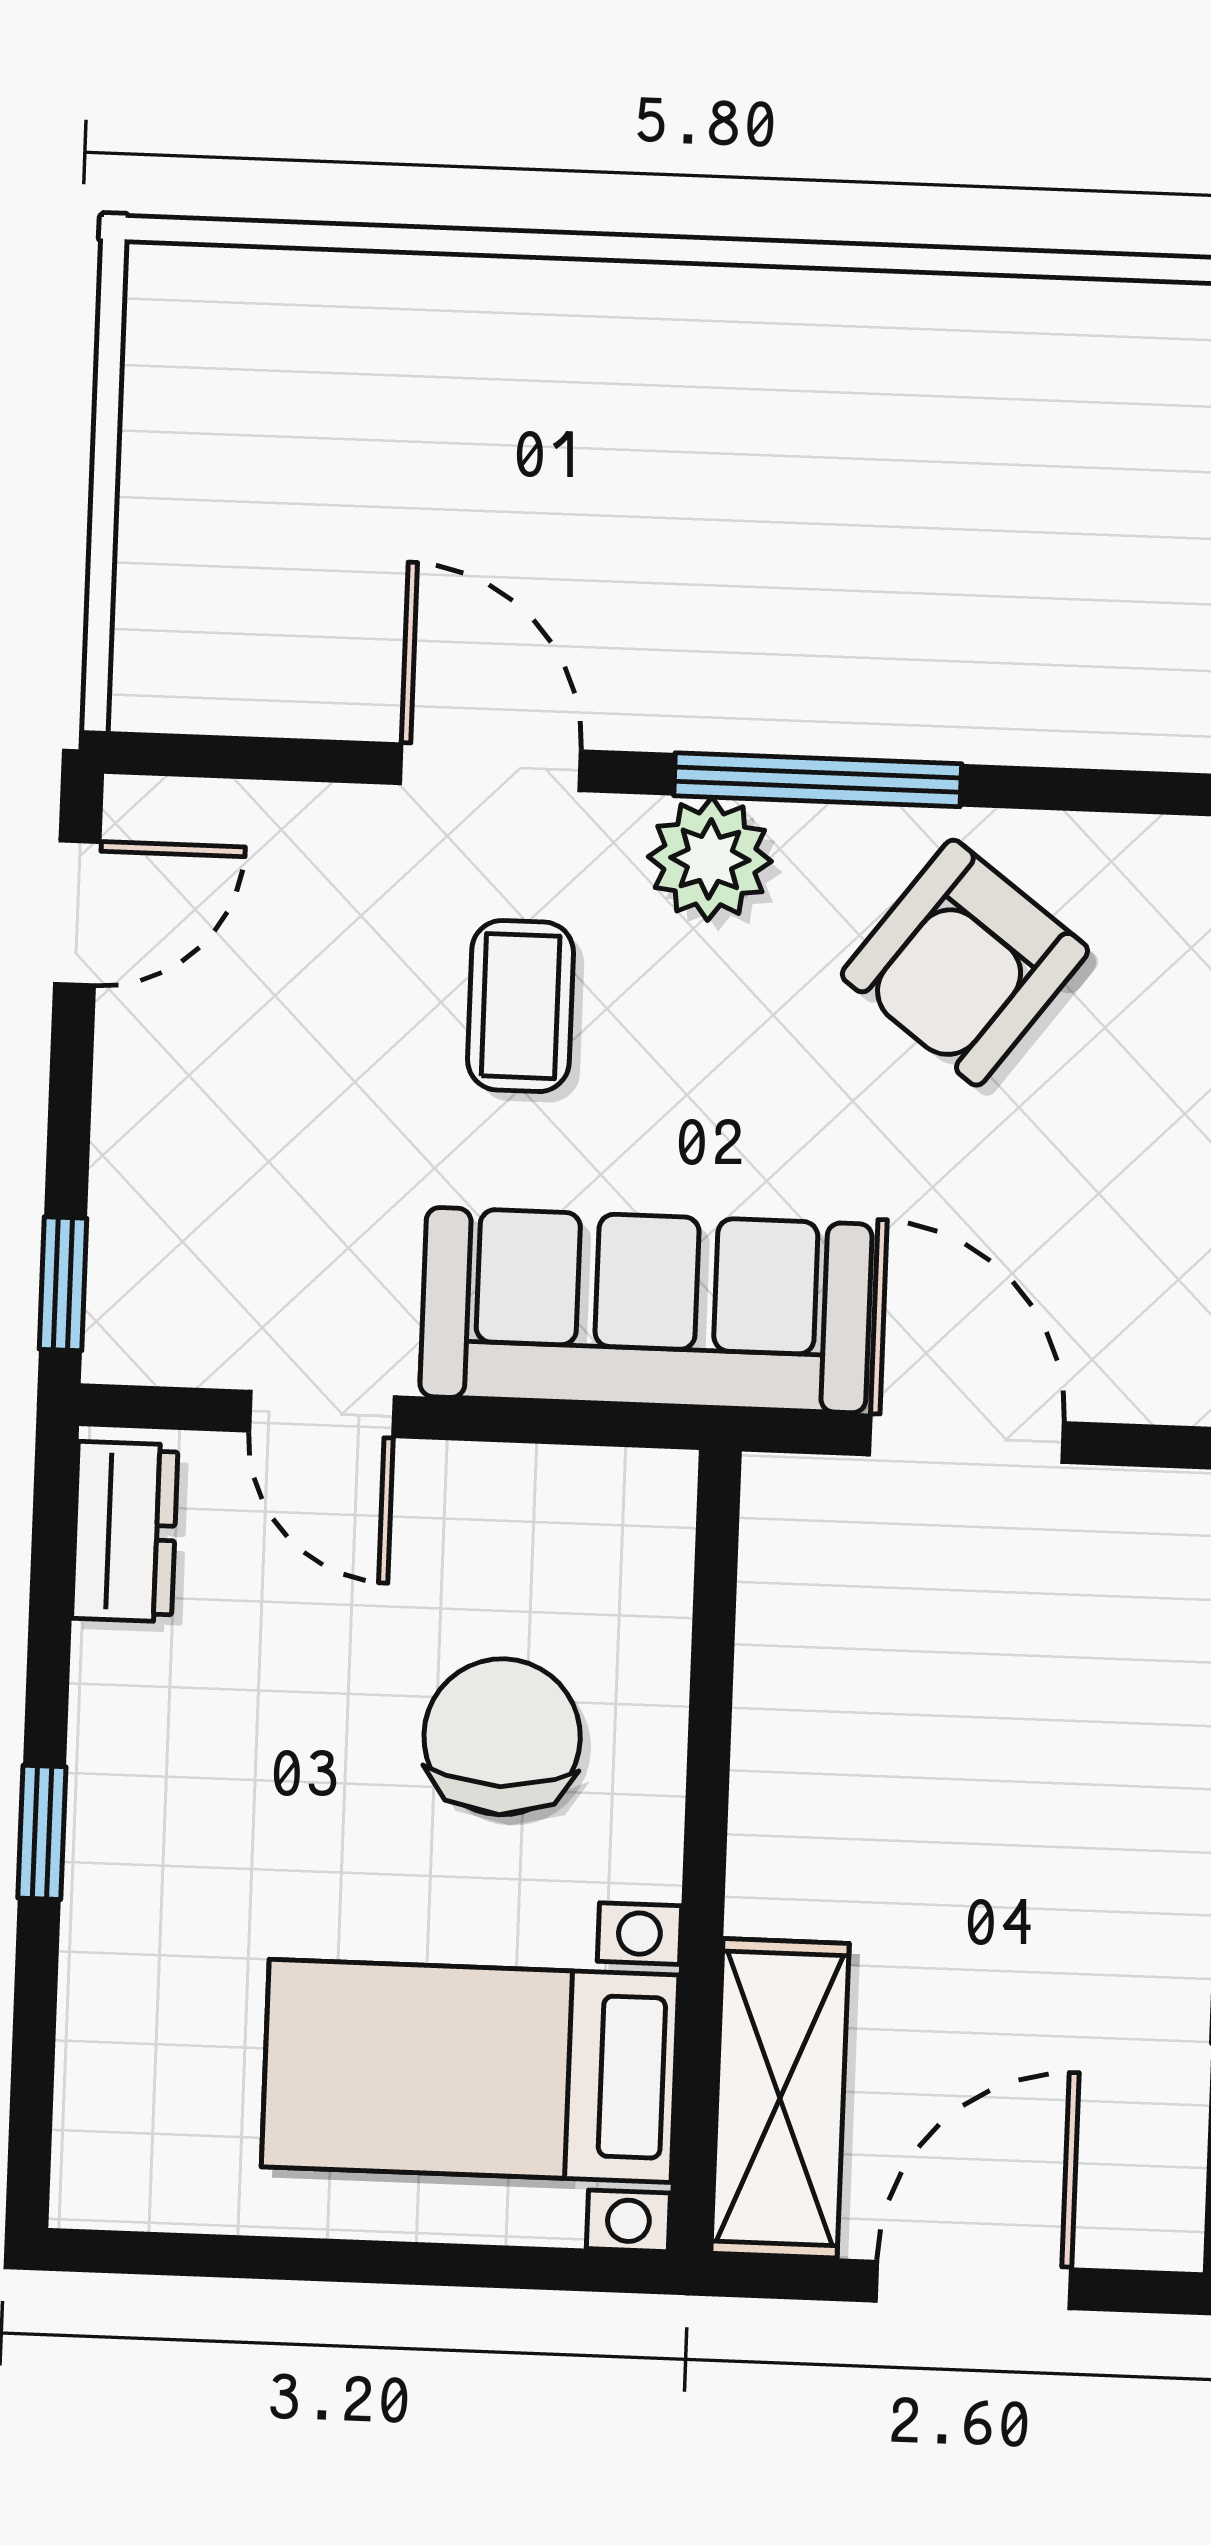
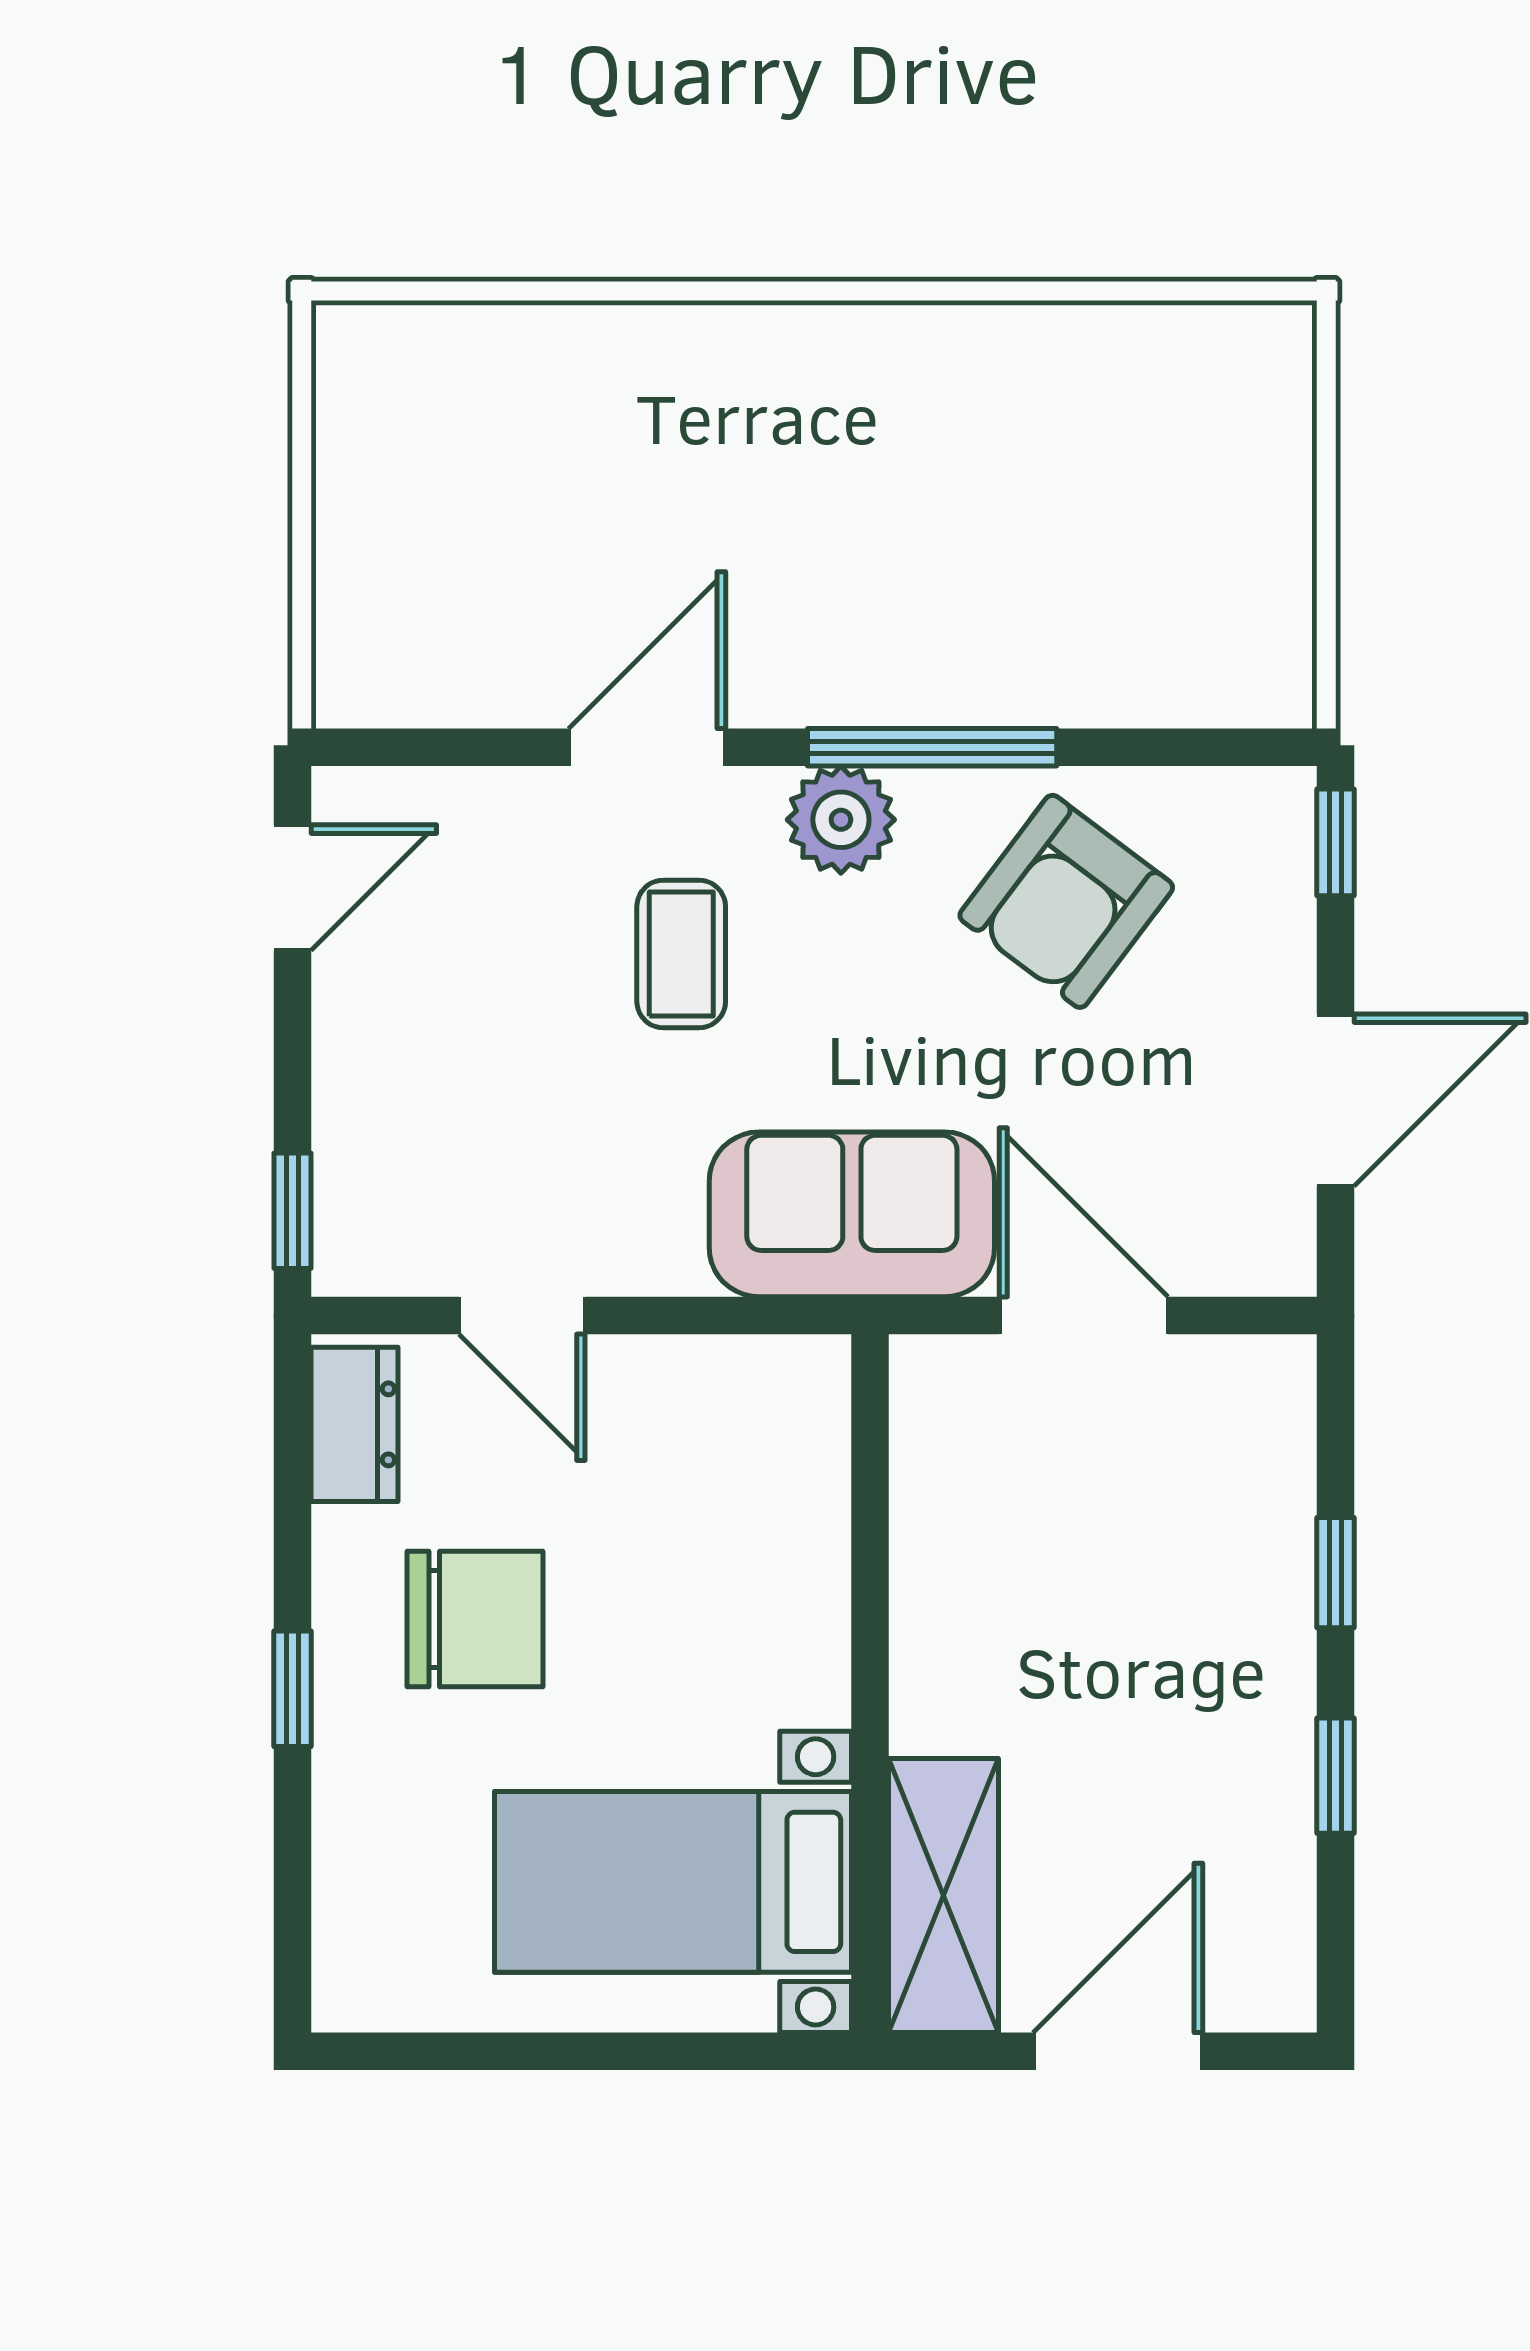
door: (490, 767) -> (647, 747), hinge flipped
sofa: (646, 1310) -> (852, 1214), width x0.73
chair: (502, 1737) -> (475, 1619), moved, turned 90

